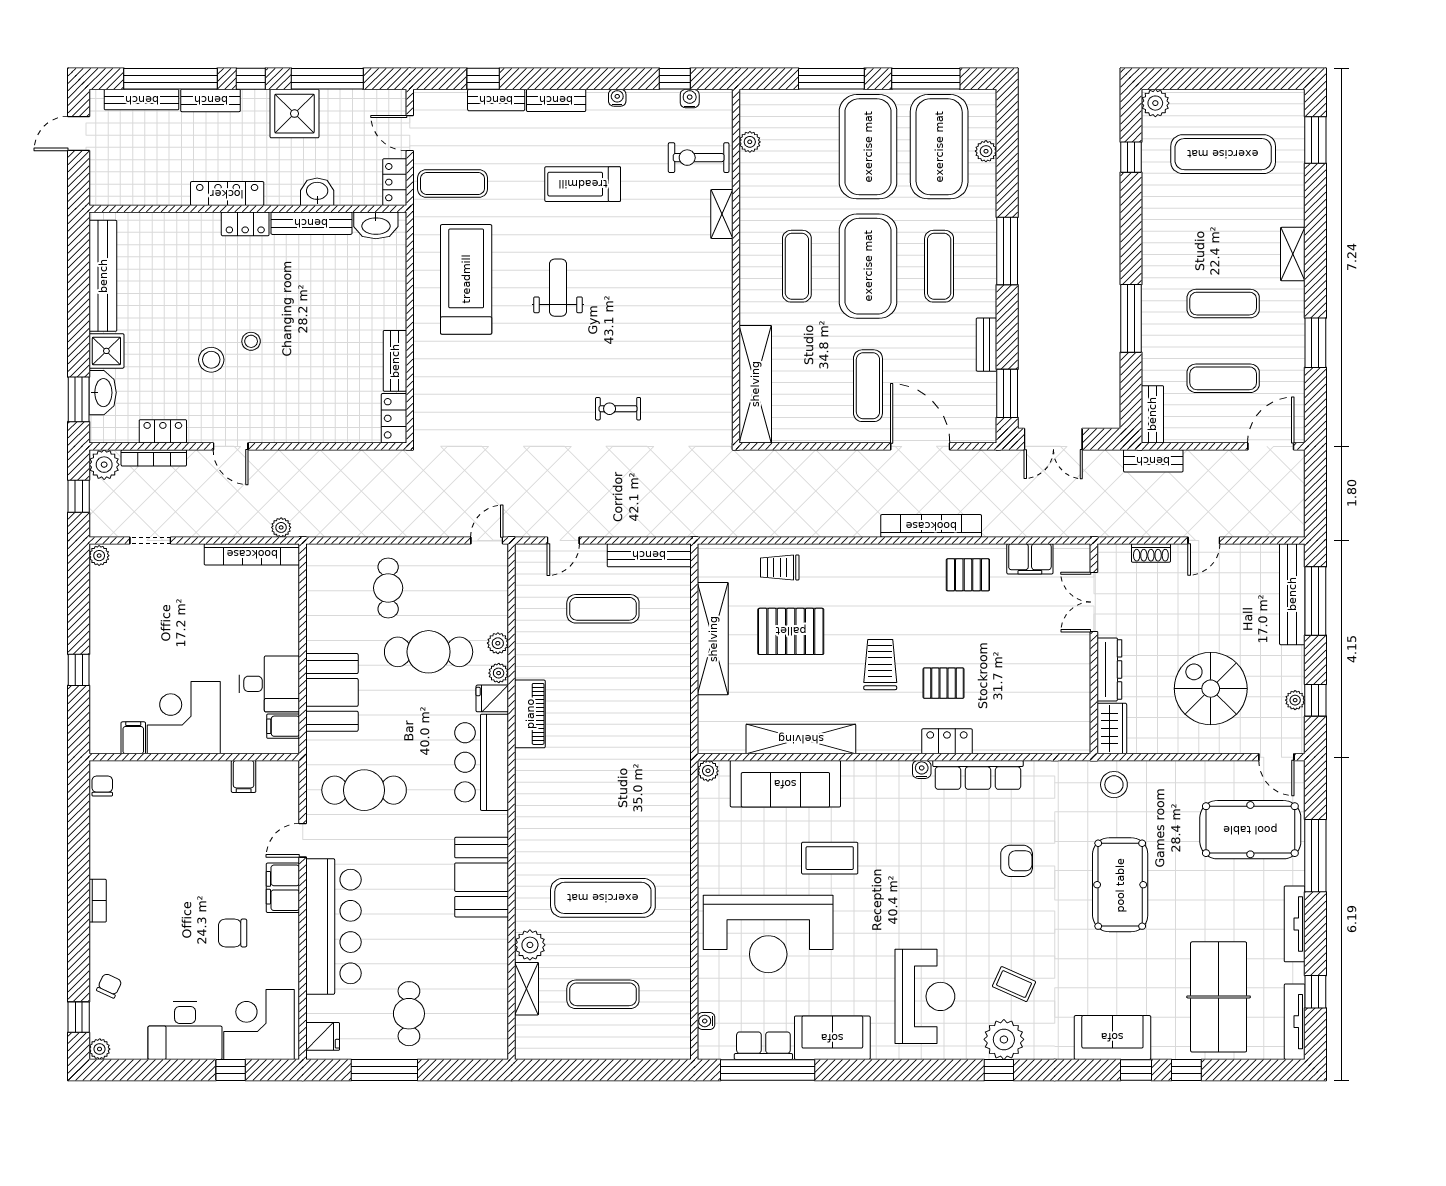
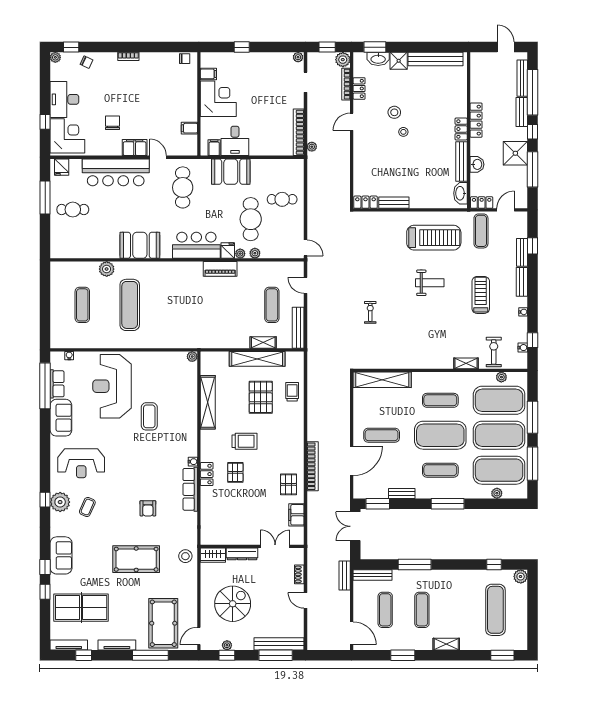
exercise mat: (797, 147) -> (499, 400), added
bench: (1152, 414) -> (373, 575), width x1.36
sofa: (785, 784) -> (186, 395), removed
shelving: (527, 989) -> (263, 342), moved

